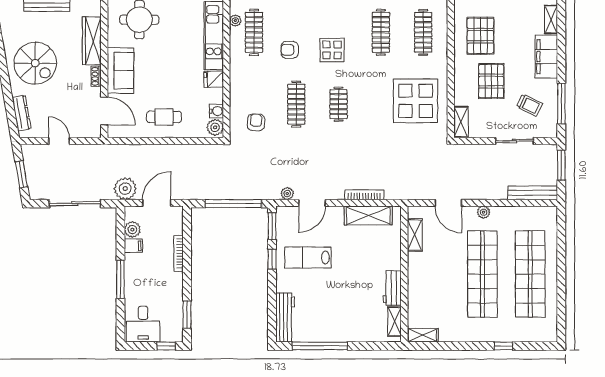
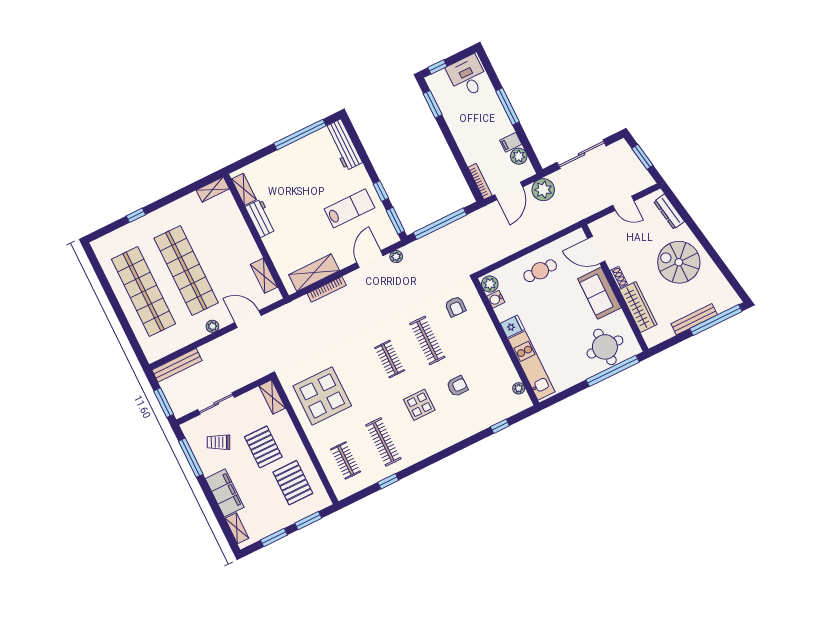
clothes rail: (254, 32) -> (497, 386), removed
clothes rail: (423, 32) -> (346, 460), width x0.73
bookcase: (178, 253) -> (480, 181), moved

